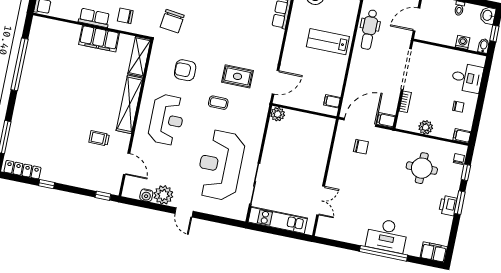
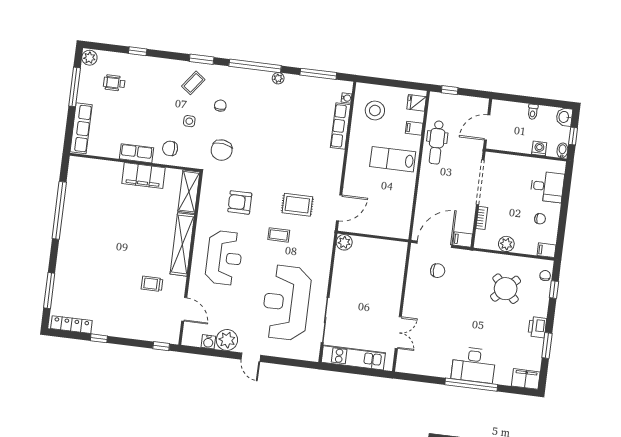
filing cabinet: (332, 101) -> (414, 128), moved
round table: (422, 168) -> (506, 289), turned 45
window: (460, 203) -> (547, 346), moved

